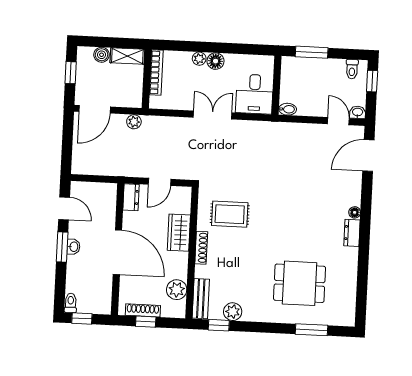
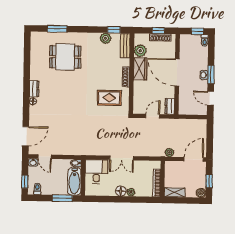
boiler: (102, 55) -> (201, 193), moved
bathtub: (291, 79) -> (74, 181), added
wardrobe: (179, 233) -> (140, 69), moved

